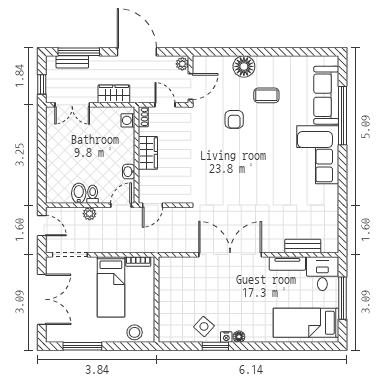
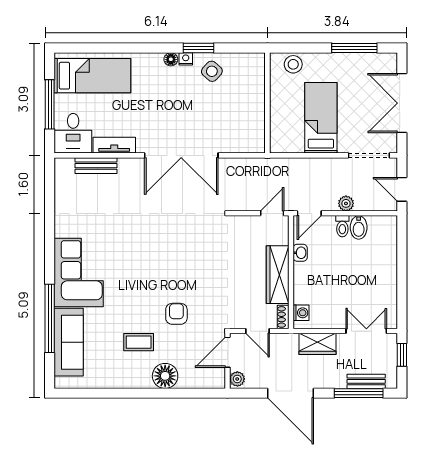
wardrobe: (148, 153) -> (278, 275), width x1.50
bookcase: (138, 261) -> (289, 147), removed

